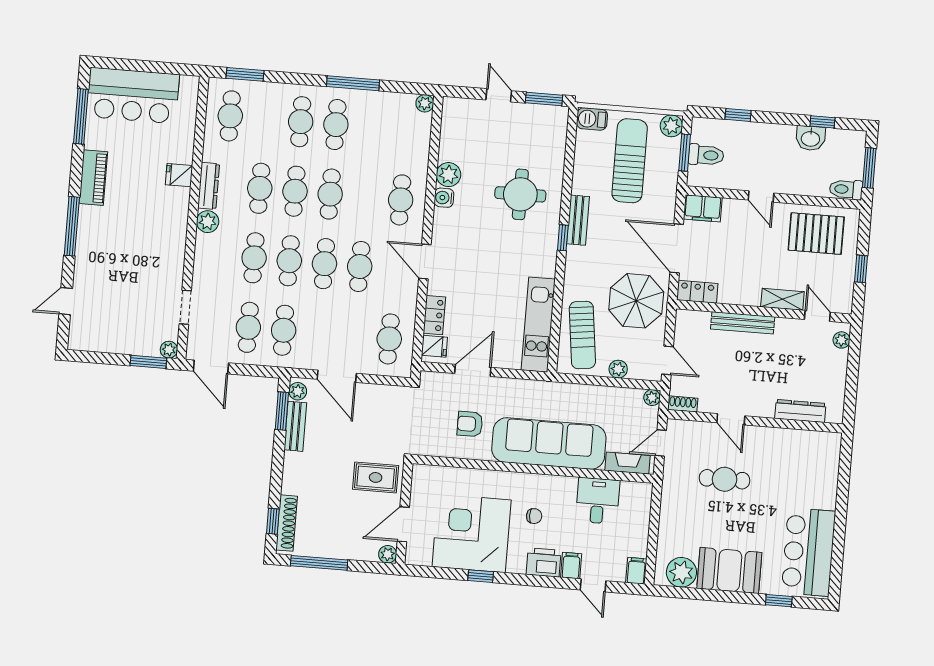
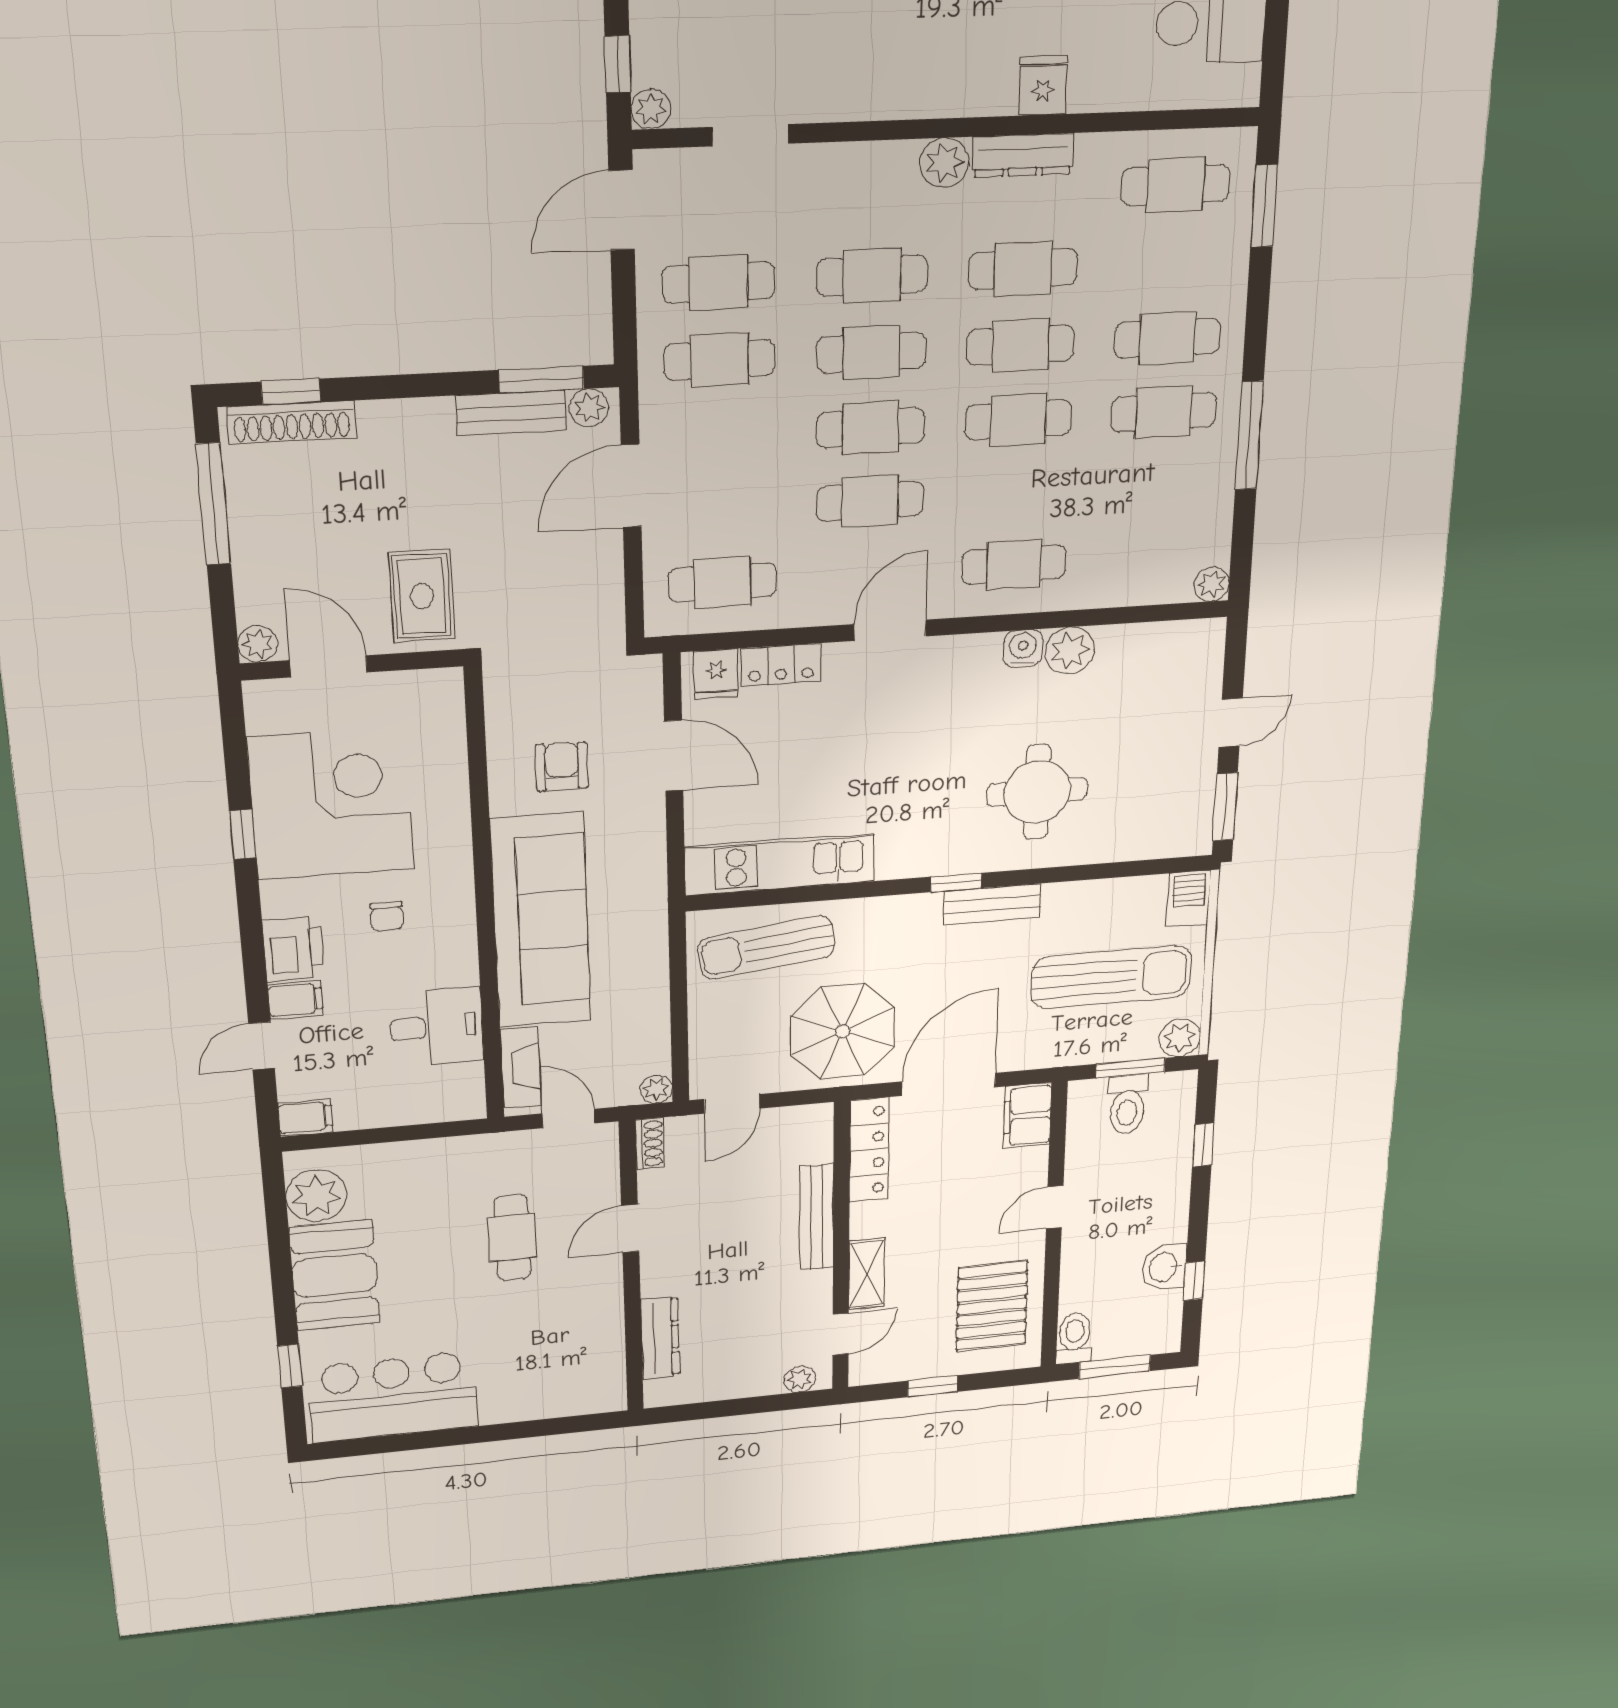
locker: (697, 292) -> (869, 1150), width x1.53
window: (148, 362) -> (618, 64), width x0.67
plant: (618, 369) -> (706, 1021), removed

